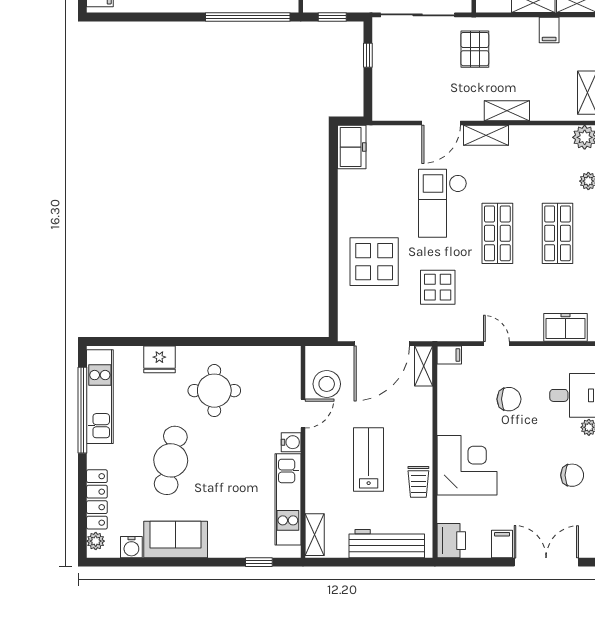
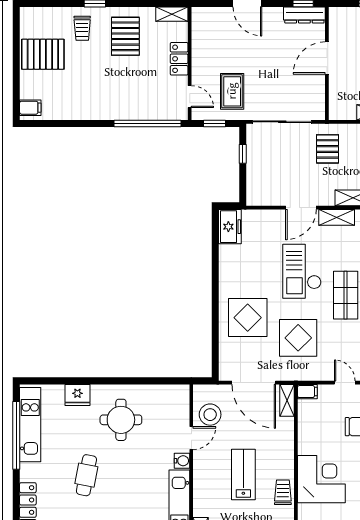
display table: (438, 287) -> (298, 338), width x1.36, depth x1.36
door: (382, 344) -> (254, 383), hinge flipped
cafe table: (171, 460) -> (86, 475), width x0.73, depth x0.74
trolley: (418, 482) -> (283, 492), turned 180

